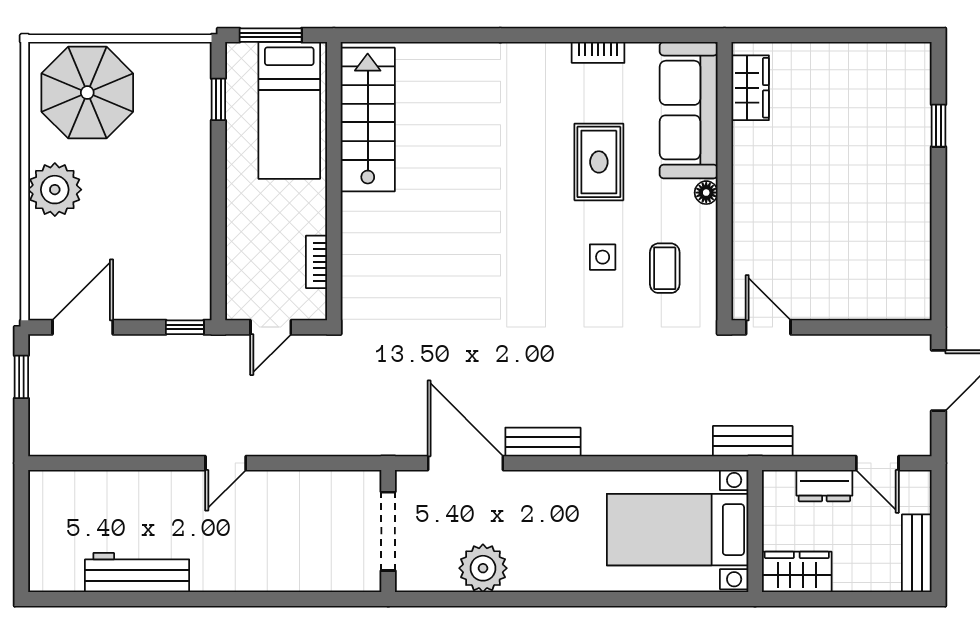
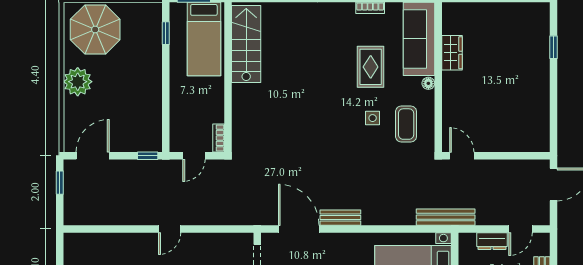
wardrobe: (750, 88) -> (452, 53), moved
bookcase: (317, 262) -> (219, 138), moved
coffee table: (665, 268) -> (406, 124), width x1.36, depth x1.30
bench: (753, 441) -> (446, 217), width x1.36
door: (877, 463) -> (520, 229), hinge flipped

